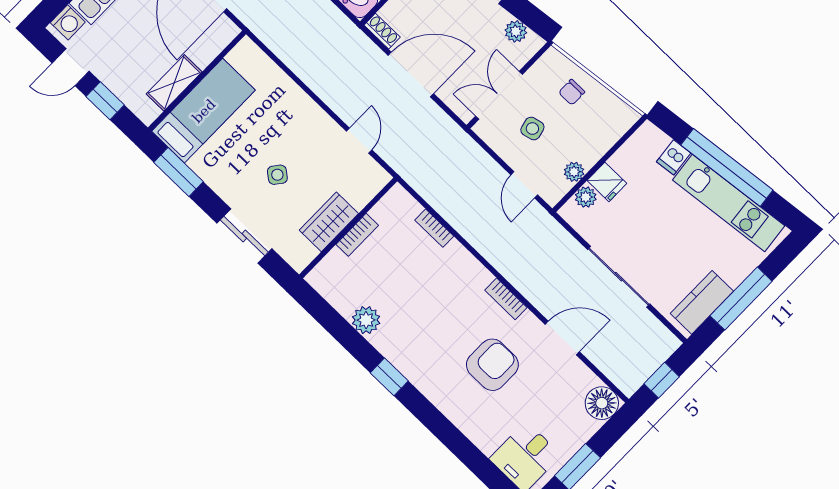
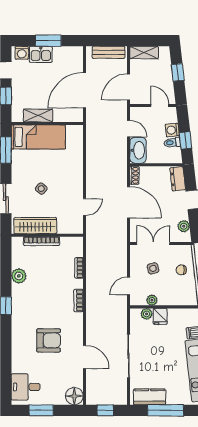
wardrobe: (329, 222) -> (35, 226), width x1.50
bookcase: (357, 235) -> (41, 241), width x1.56
bookcase: (506, 299) -> (79, 300), moved

